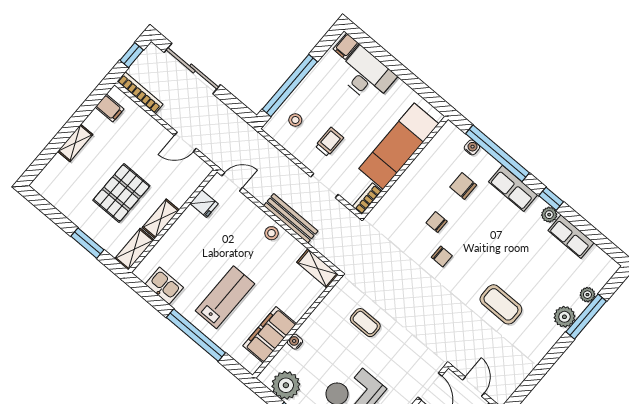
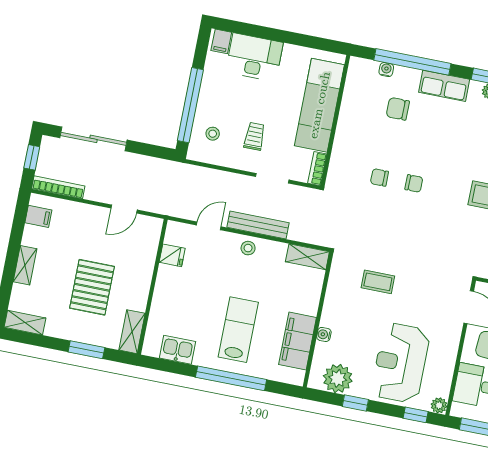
door: (232, 182) -> (209, 226), moved
shelving: (161, 219) -> (25, 323), moved, turned 90
chair: (437, 222) -> (379, 177), moved

